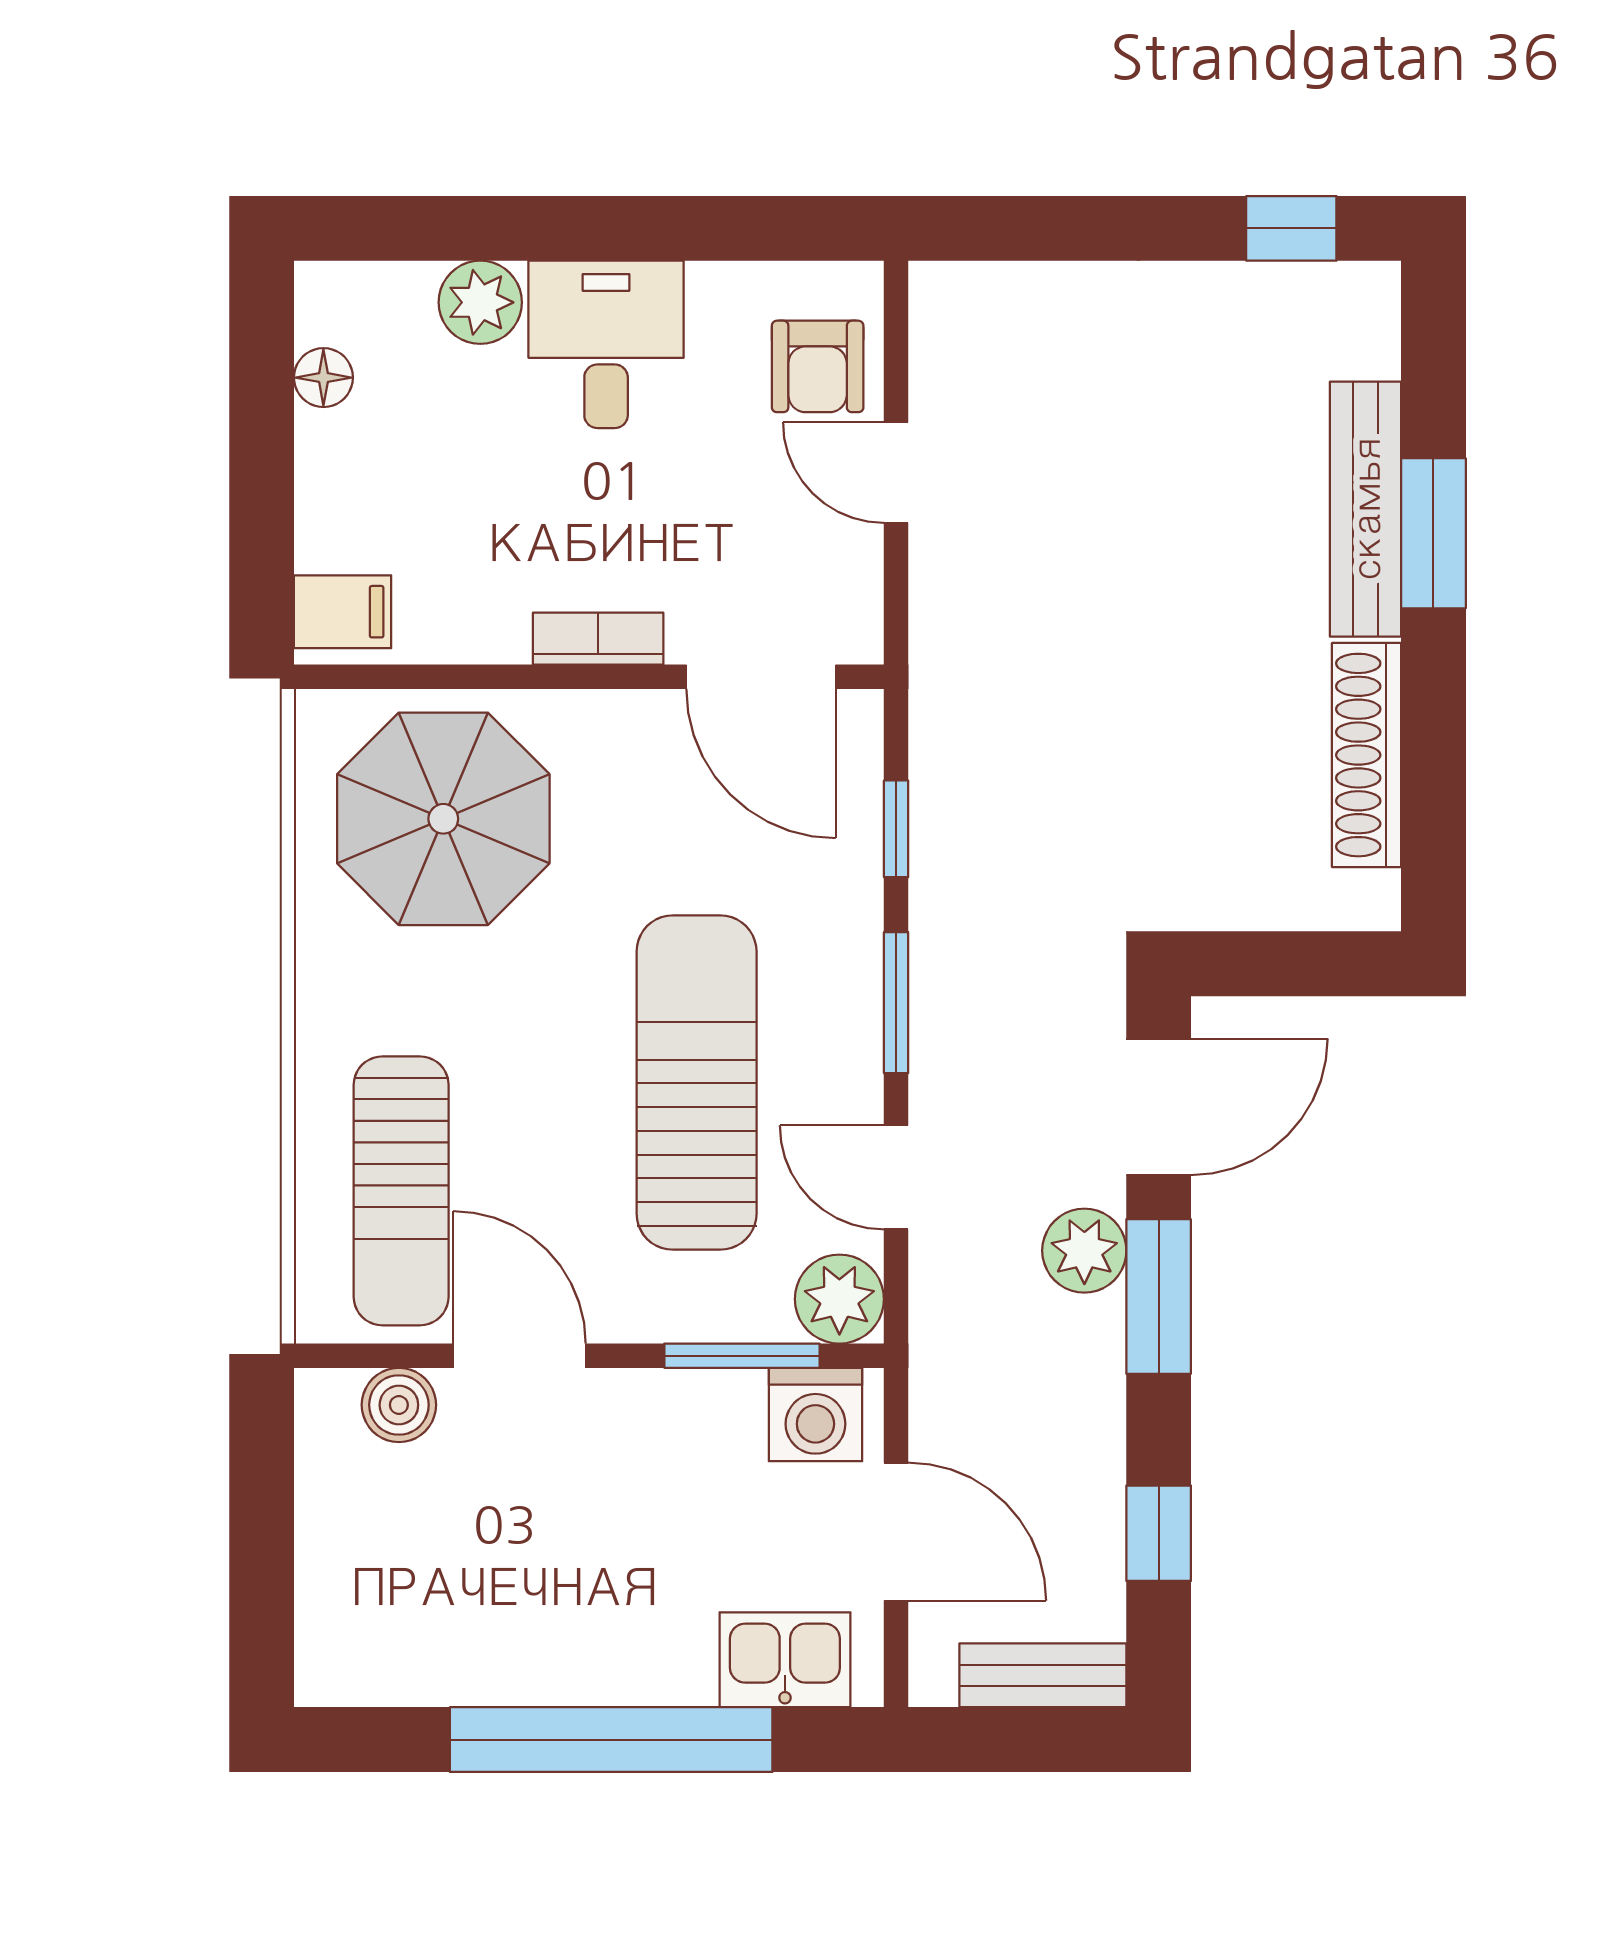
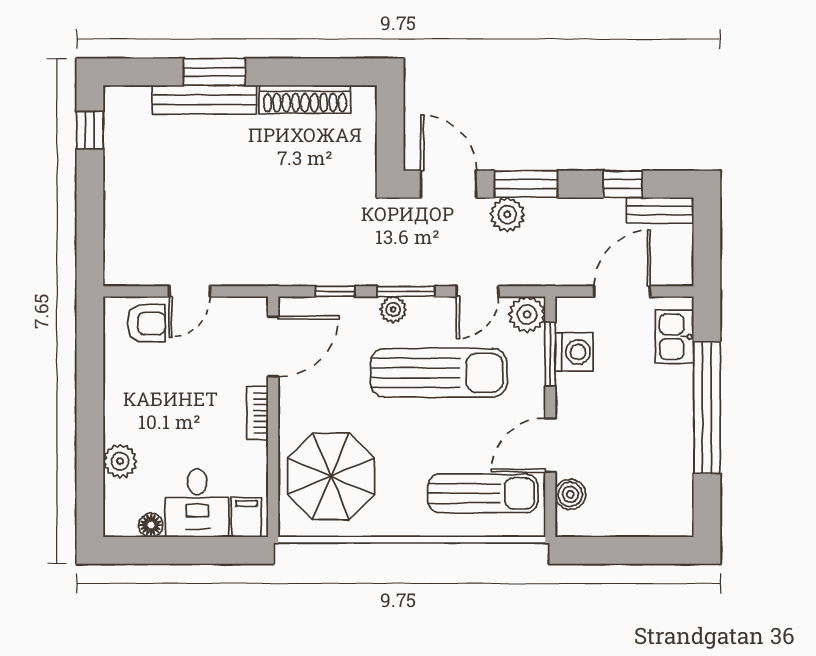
desk: (606, 344) -> (197, 503), moved, turned -90
plant: (852, 971) -> (393, 309), added
sun lounger: (697, 1083) -> (439, 373), turned 180
washing machine: (815, 1415) -> (574, 352), moved
bench: (1043, 1675) -> (660, 210), moved, turned 90

